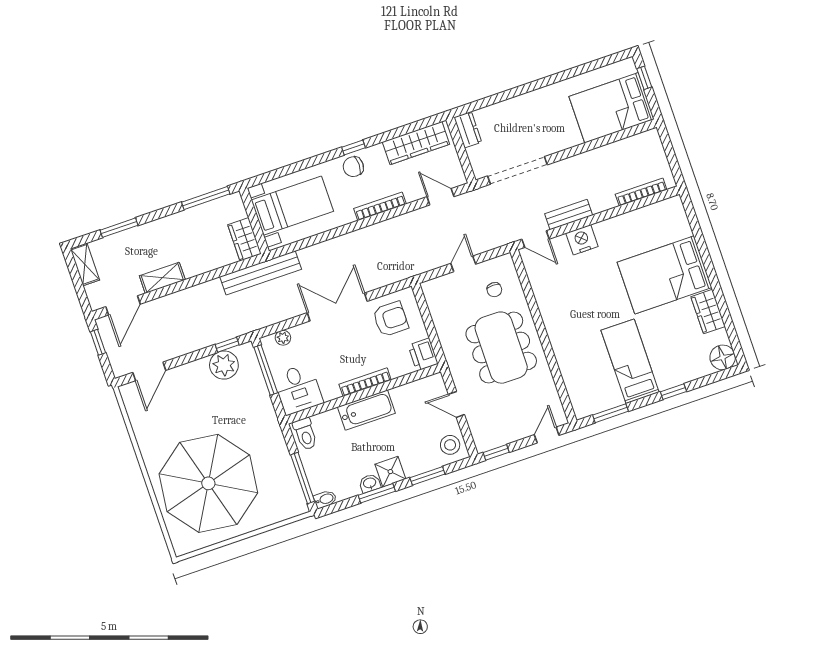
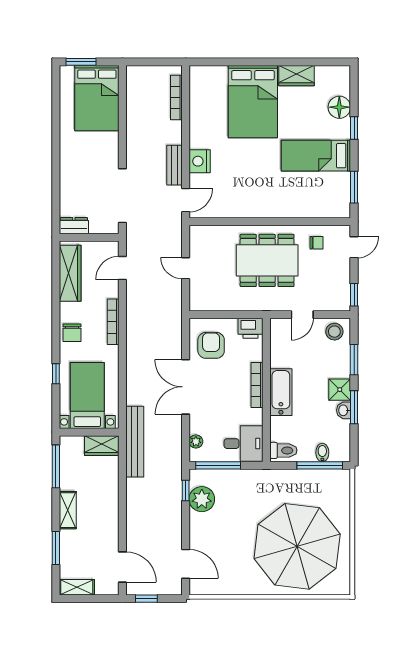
window: (644, 78) -> (81, 62), width x1.50
window: (354, 147) -> (56, 374), moved
shelving: (162, 278) -> (68, 510), moved
chair: (494, 290) -> (316, 243), moved
floor lamp: (723, 357) -> (339, 107), moved
door: (547, 435) -> (354, 247), swing flipped
bidet: (325, 499) -> (322, 453), moved

